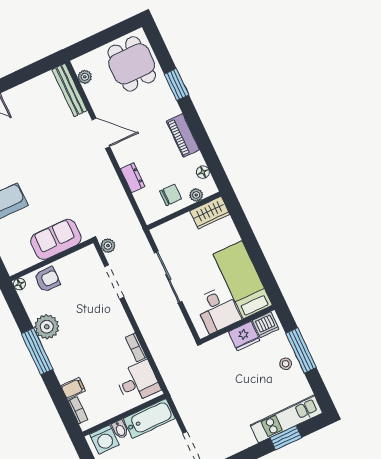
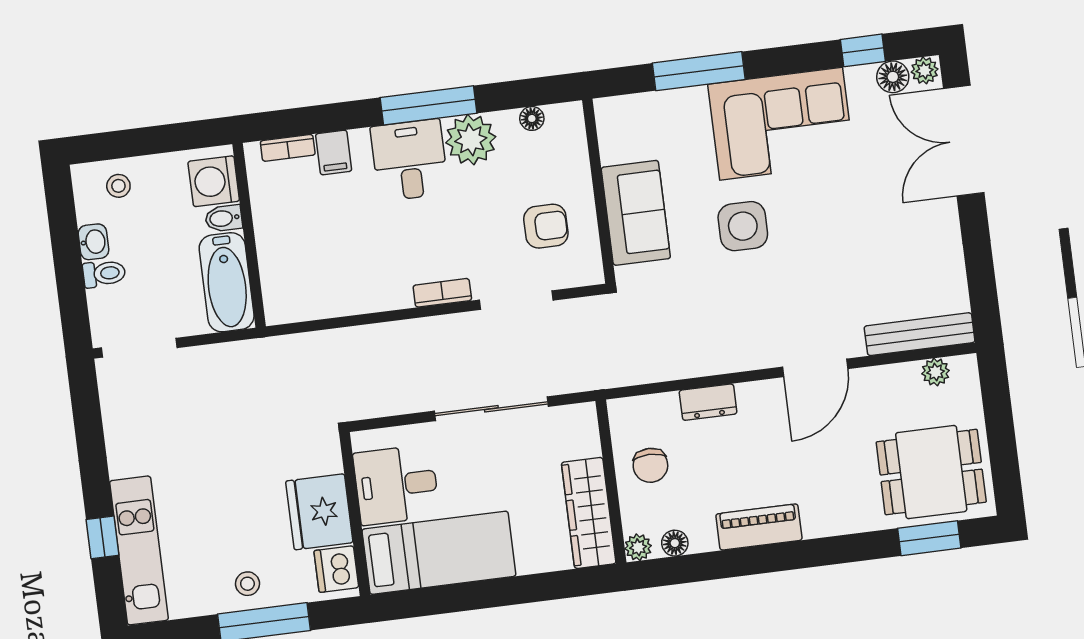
window: (176, 84) -> (929, 538), moved
side table: (46, 188) -> (743, 226), added
plant: (196, 195) -> (638, 547), moved
wardrobe: (210, 213) -> (589, 513), width x1.50
plant: (108, 246) -> (591, 311), removed
armchair: (47, 279) -> (546, 226), moved, turned -90
floor lamp: (19, 284) -> (532, 118), moved
fridge: (244, 336) -> (319, 512), width x1.36, depth x1.34
bookcase: (136, 347) -> (442, 293), moved
desk: (138, 382) -> (409, 160), moved, turned 180
window: (286, 438) -> (103, 537), width x0.67

